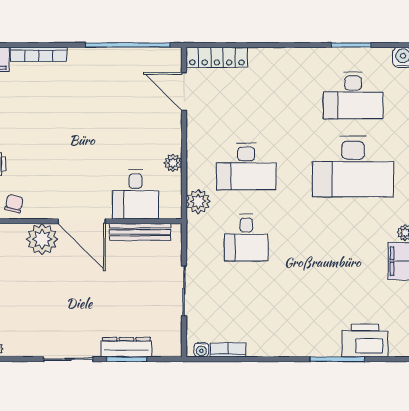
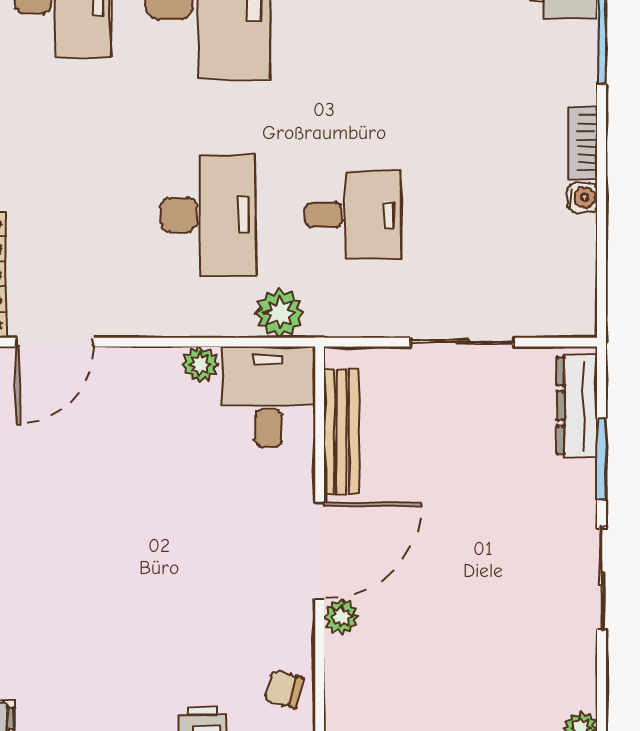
desk: (135, 194) -> (268, 397), moved, turned -90
plant: (42, 239) -> (341, 617), width x0.53, depth x0.53
dresser: (126, 347) -> (577, 406), moved
water cooler: (201, 350) -> (582, 198), moved
bookcase: (228, 350) -> (583, 143), moved

